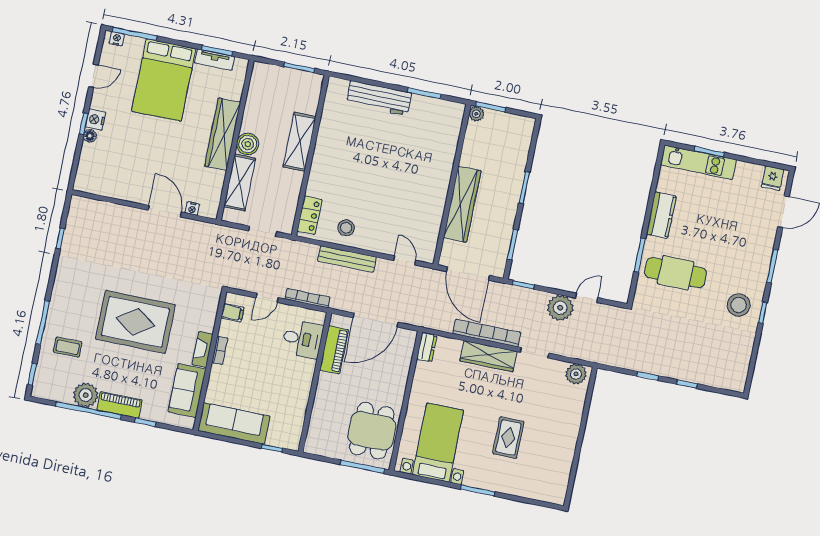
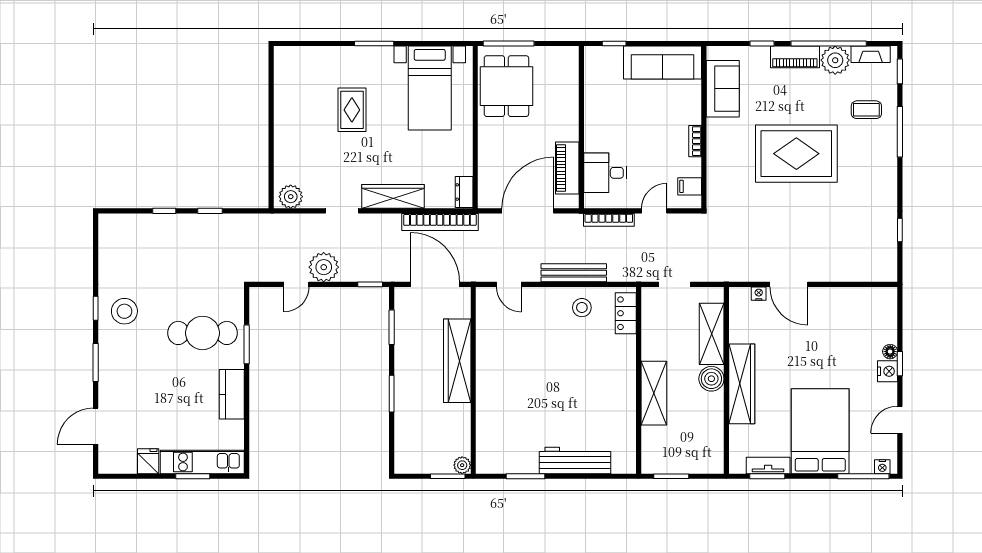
fridge: (773, 178) -> (148, 461), moved
bookcase: (487, 333) -> (440, 222), moved
fireplace: (203, 349) -> (871, 54), moved, turned 90

